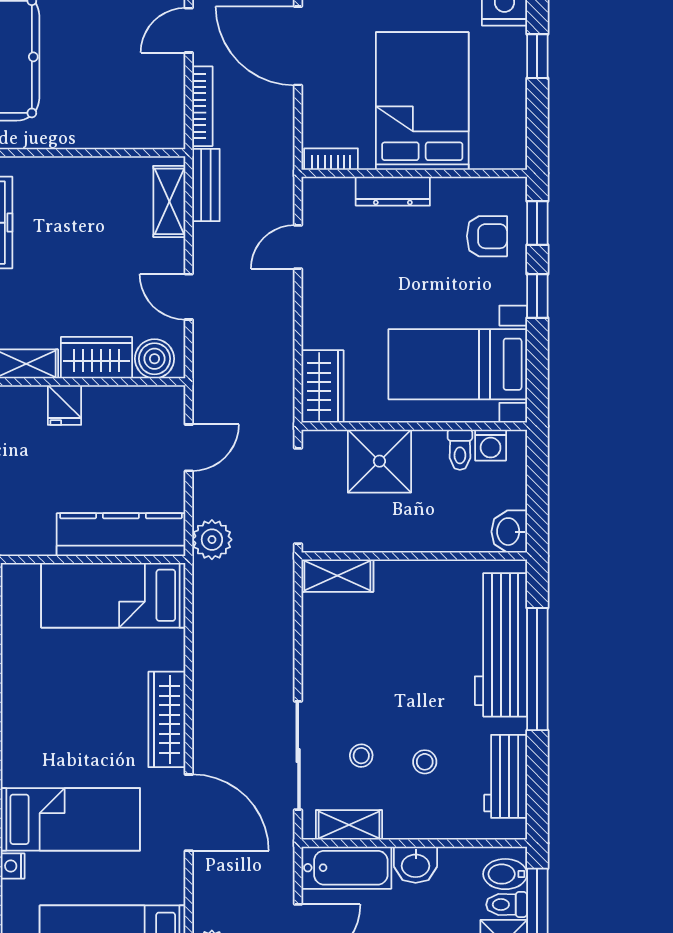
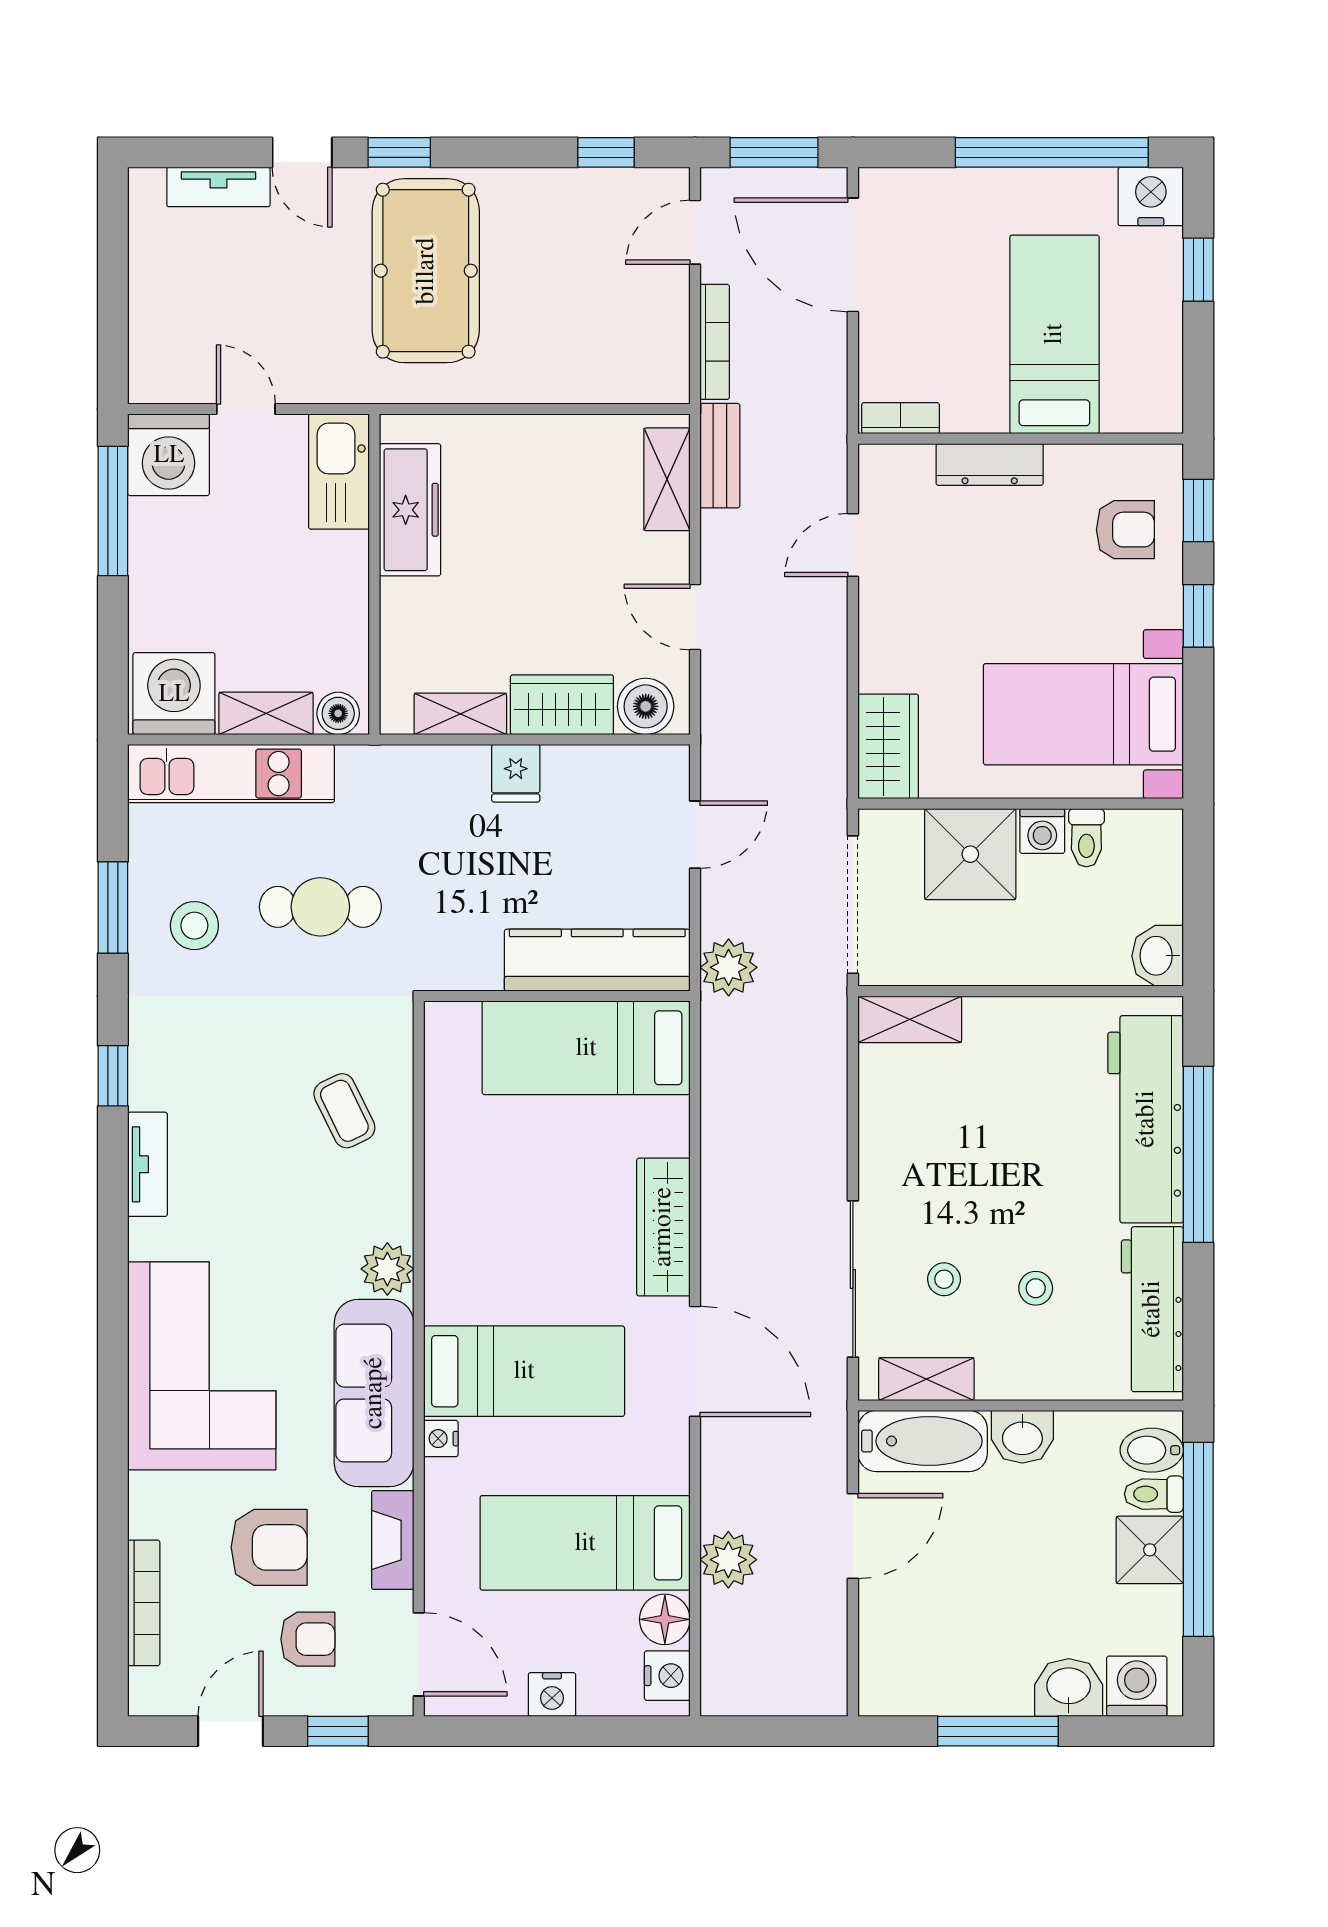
bed: (422, 101) -> (1054, 334), width x0.67
washing machine: (491, 445) -> (1042, 831), moved
workbench: (506, 776) -> (1152, 1309), width x1.37

